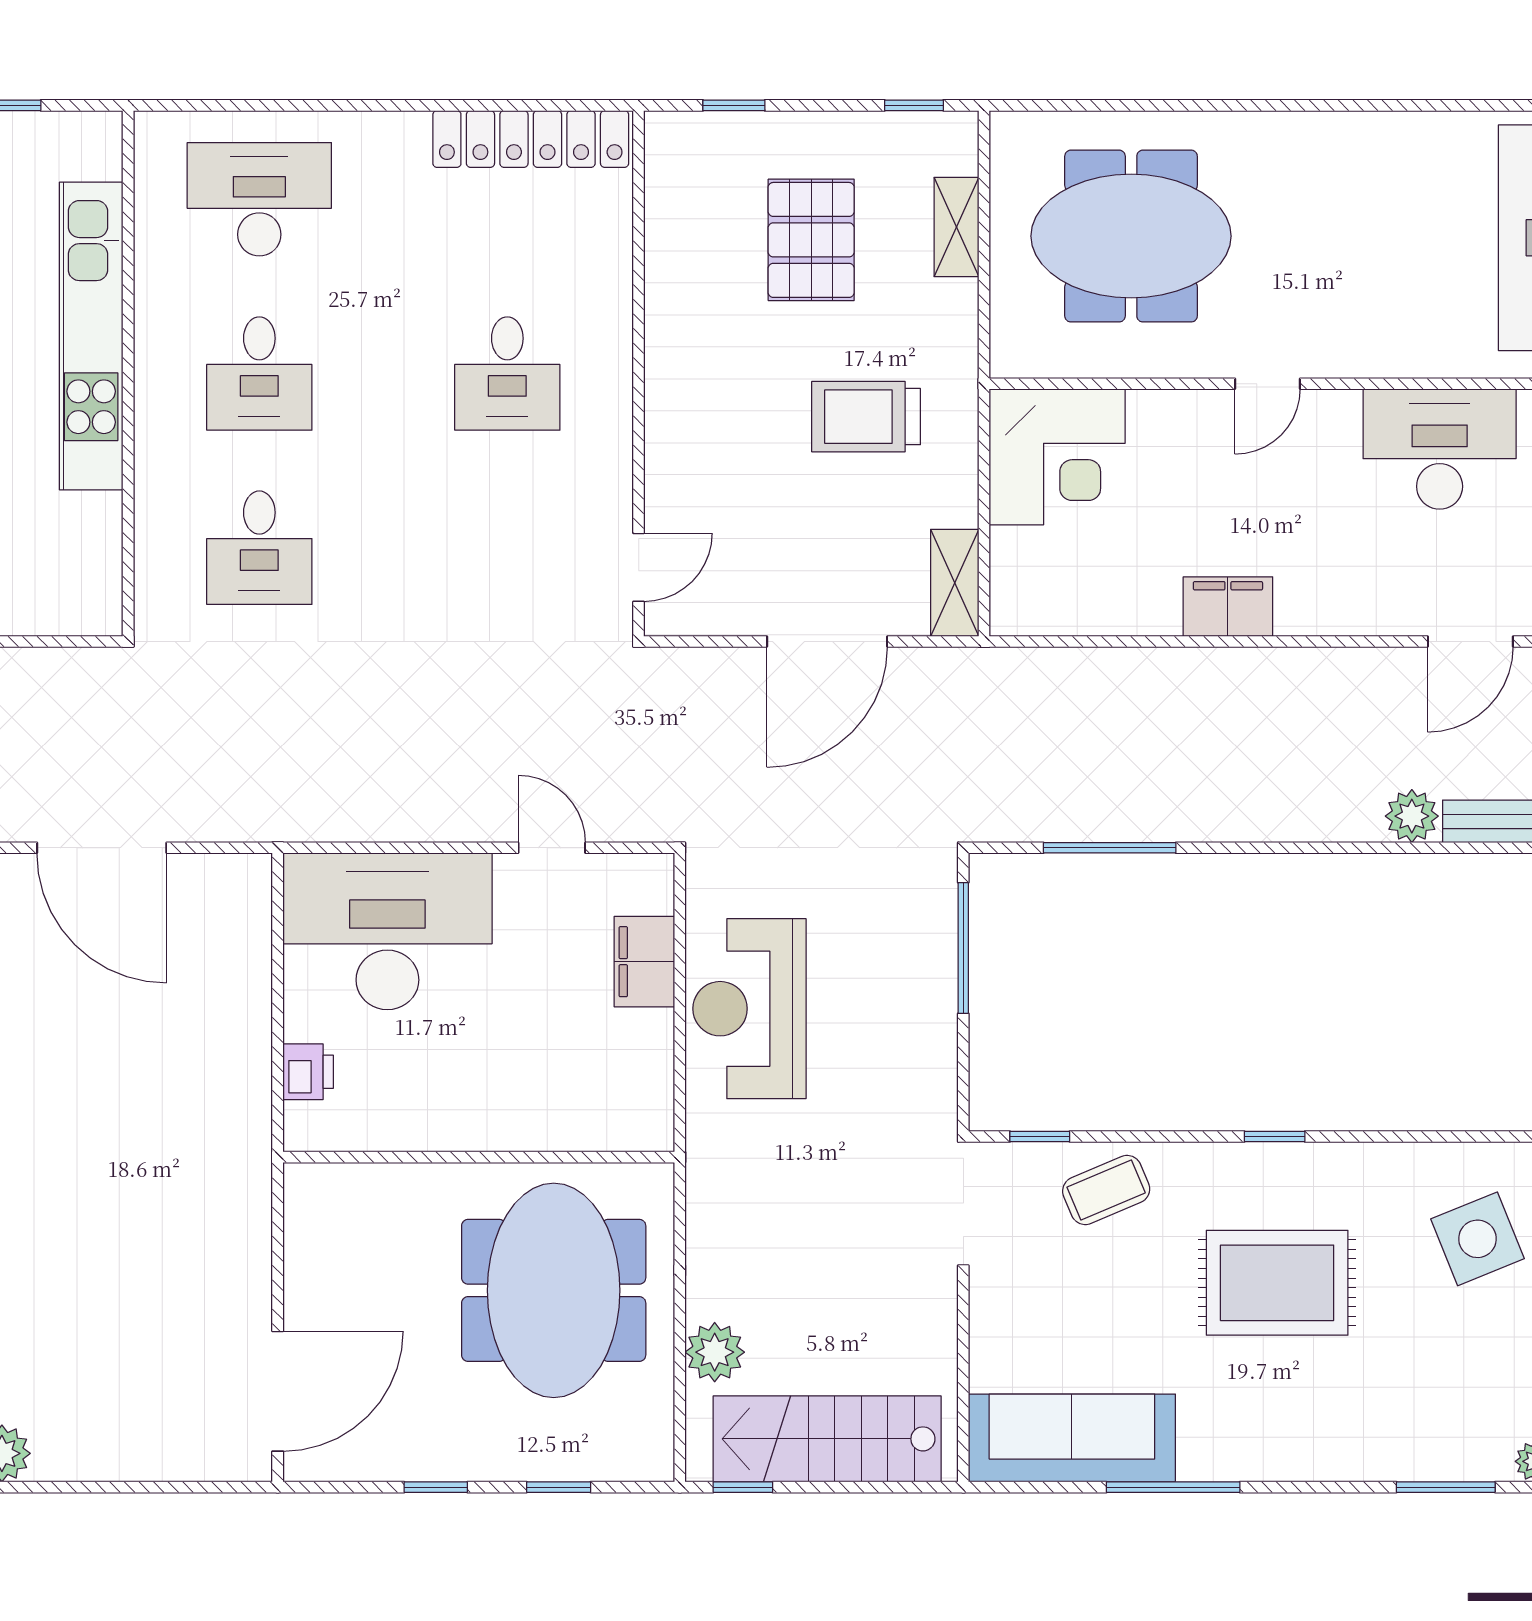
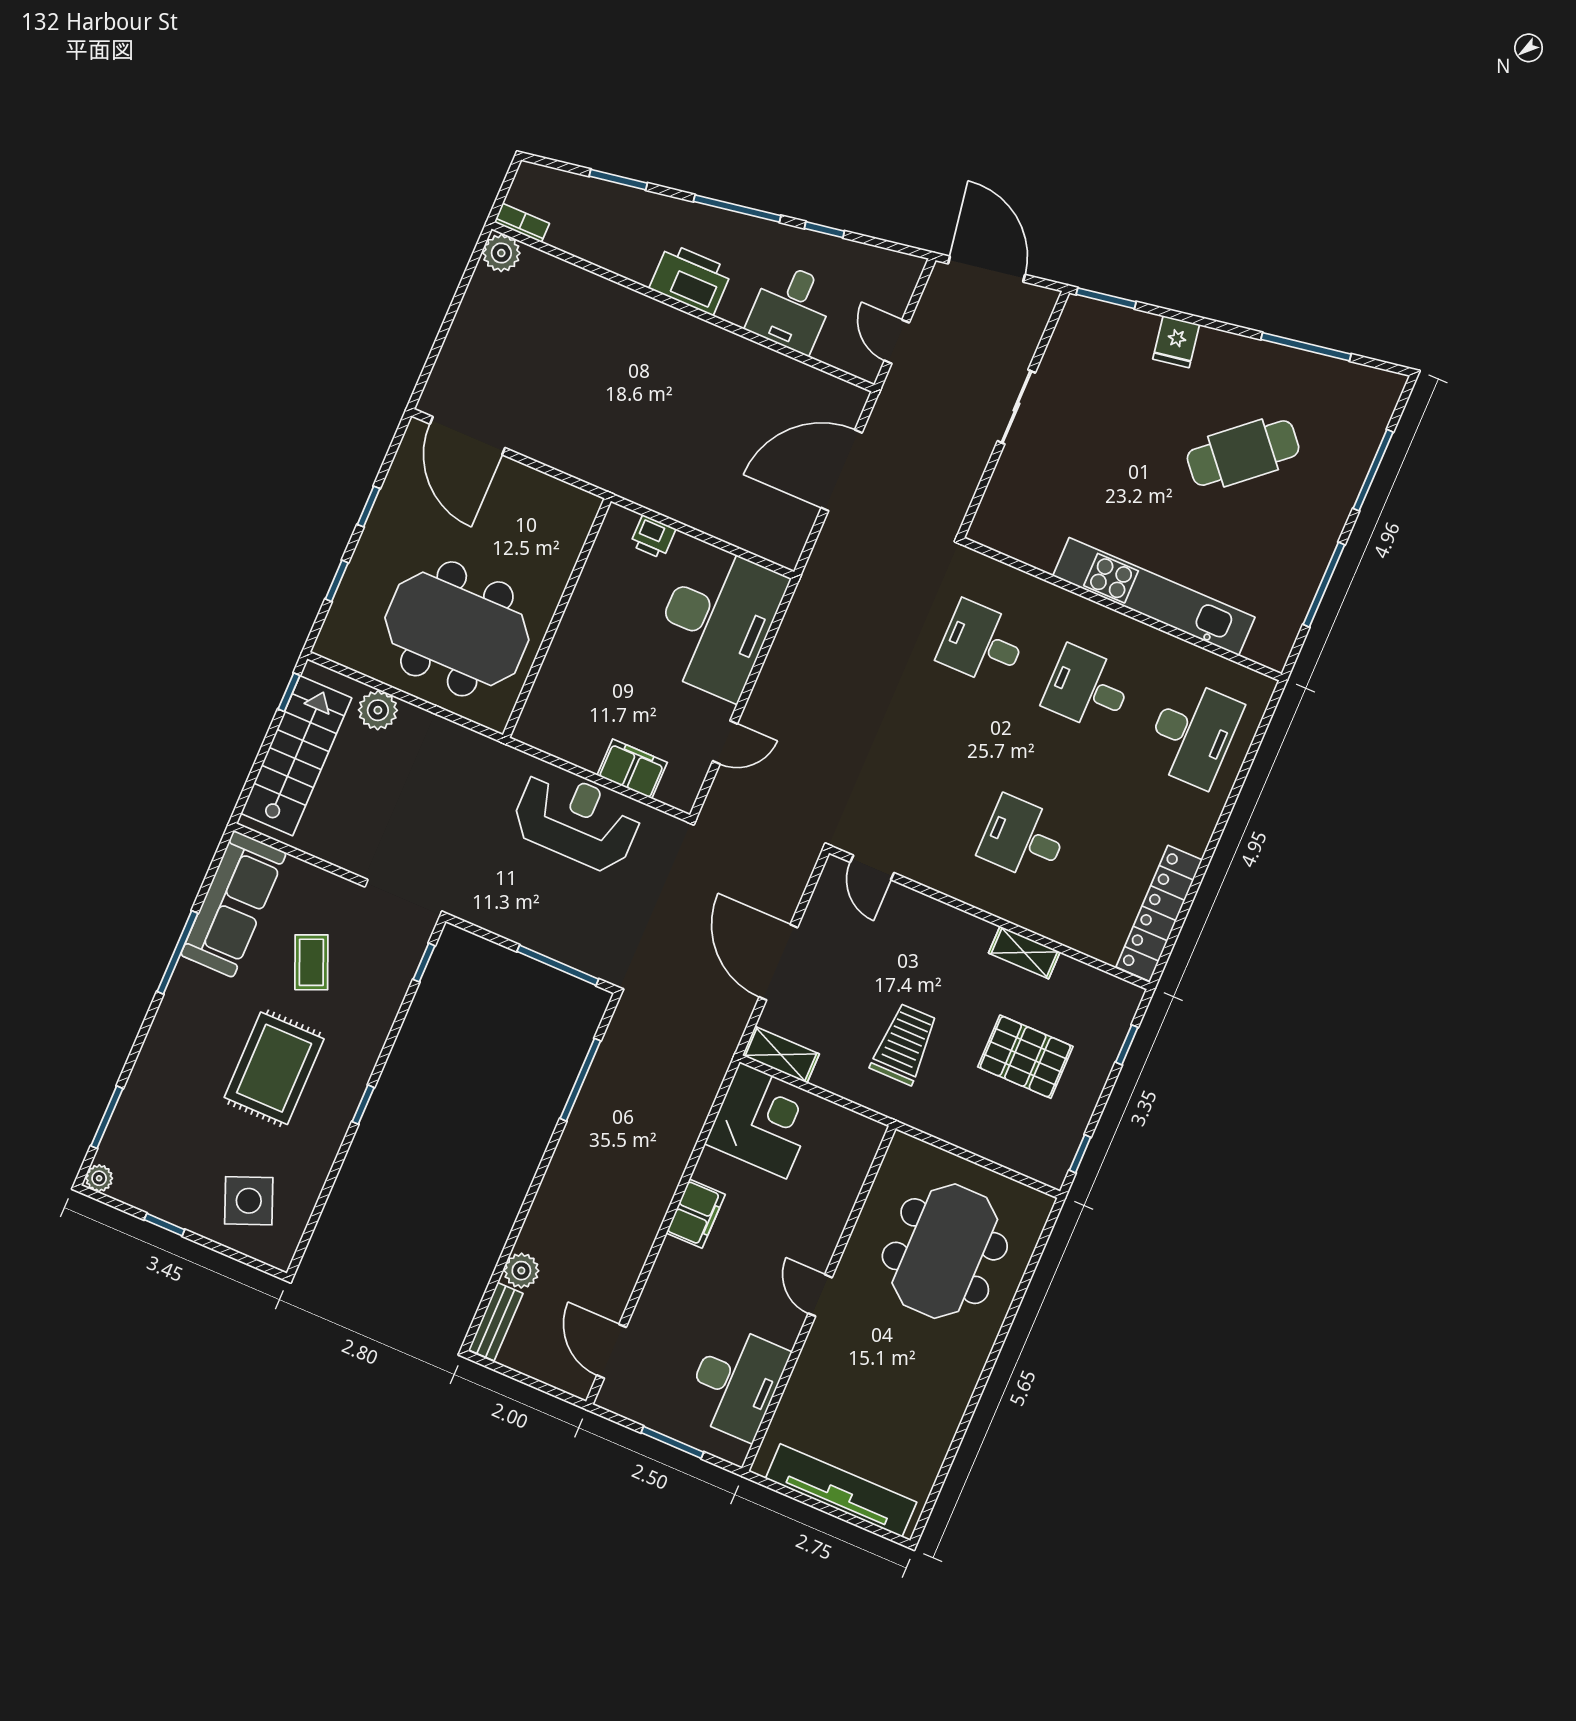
shelving: (956, 227) -> (1024, 952), moved
corner desk: (1057, 457) -> (763, 1120), moved, turned 180
coffee table: (1106, 1190) -> (311, 962), moved

